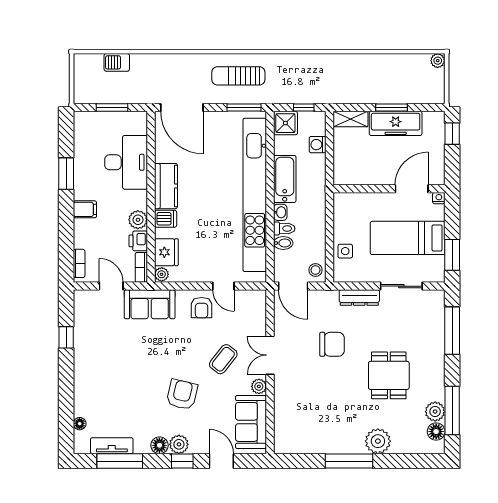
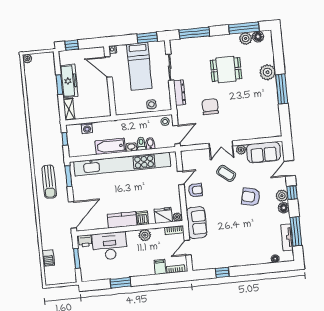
shower: (285, 123) -> (76, 149), removed
filing cabinet: (85, 209) -> (160, 267), moved
printer: (138, 241) -> (85, 241), moved

